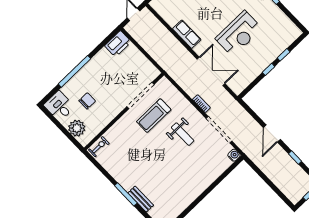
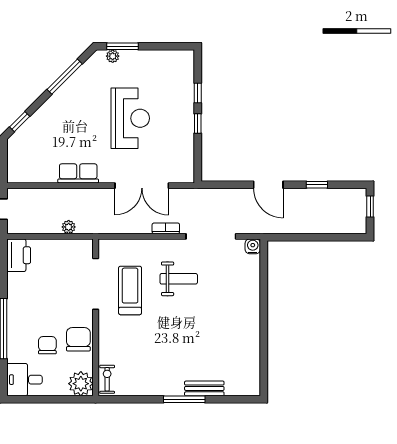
plant: (156, 55) -> (69, 227), added
double door: (211, 71) -> (142, 186), swing flipped
chair: (105, 113) -> (78, 339), added
treadmill: (154, 116) -> (130, 290), turned 180
plant: (77, 128) -> (81, 384), moved

